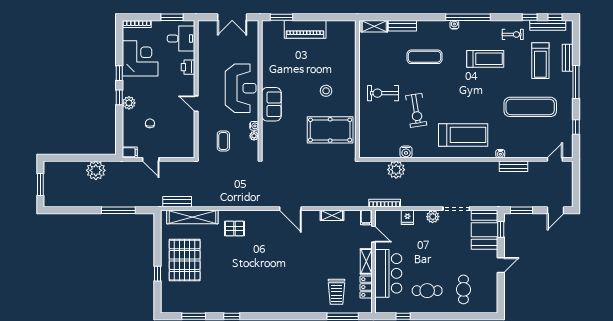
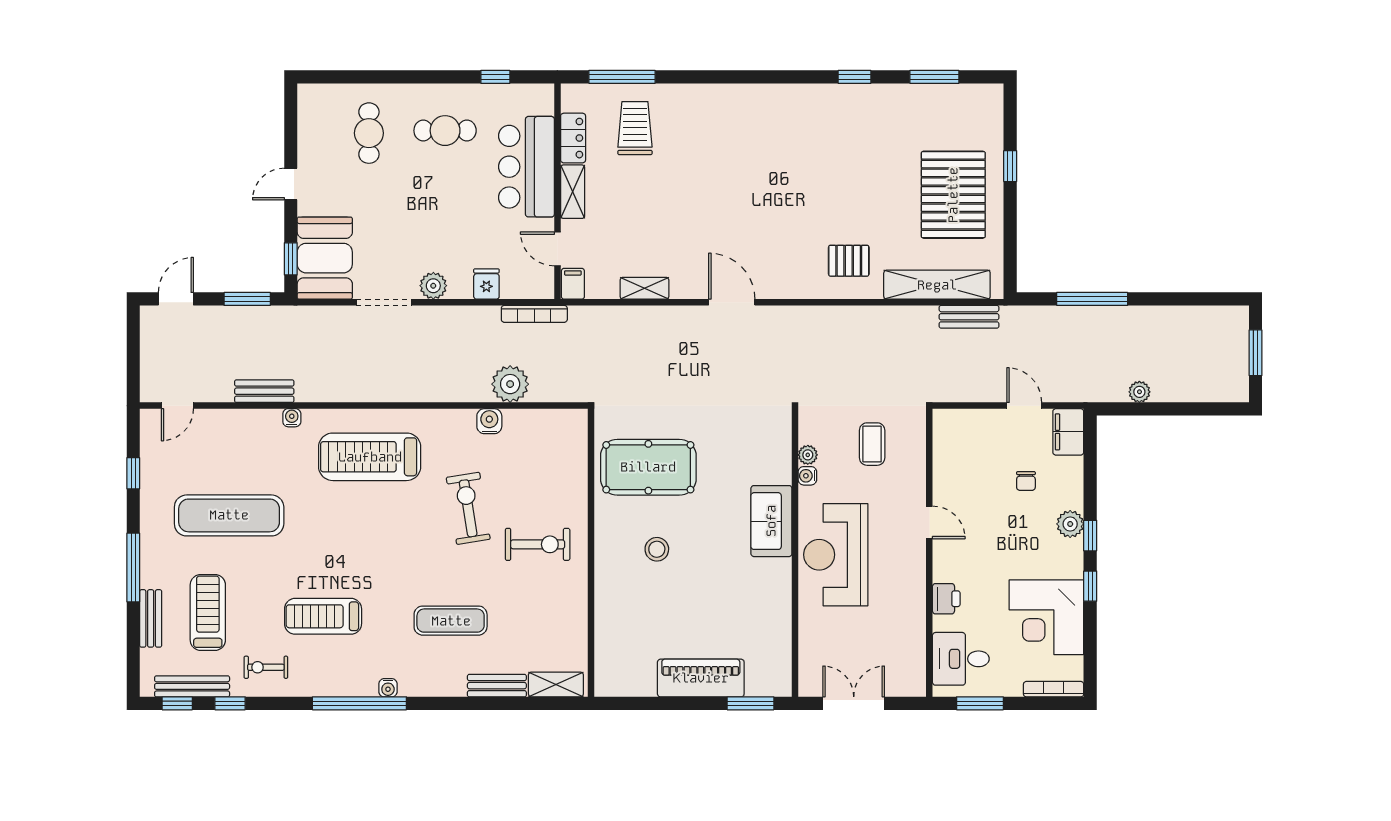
filing cabinet: (130, 152) -> (1068, 432), width x2.00
plant: (96, 170) -> (1139, 392), width x0.53, depth x0.53

